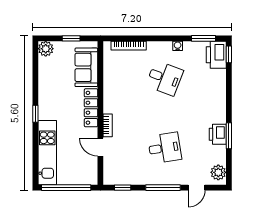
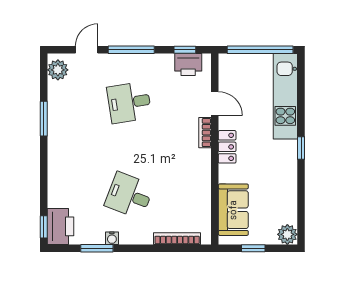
window: (204, 38) -> (97, 248), moved
locker: (91, 108) -> (227, 147), width x0.66
printer: (218, 134) -> (188, 65), moved, turned 90

